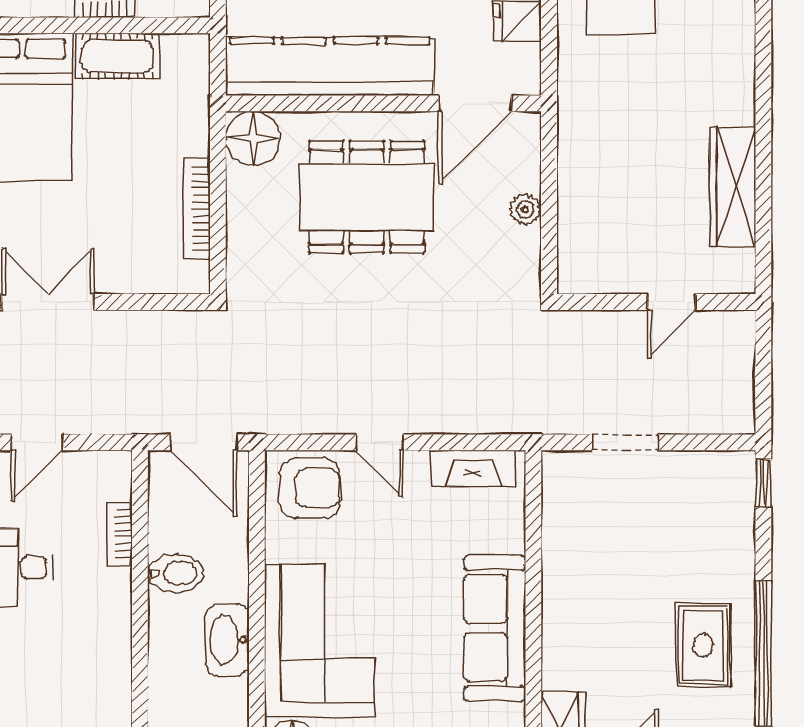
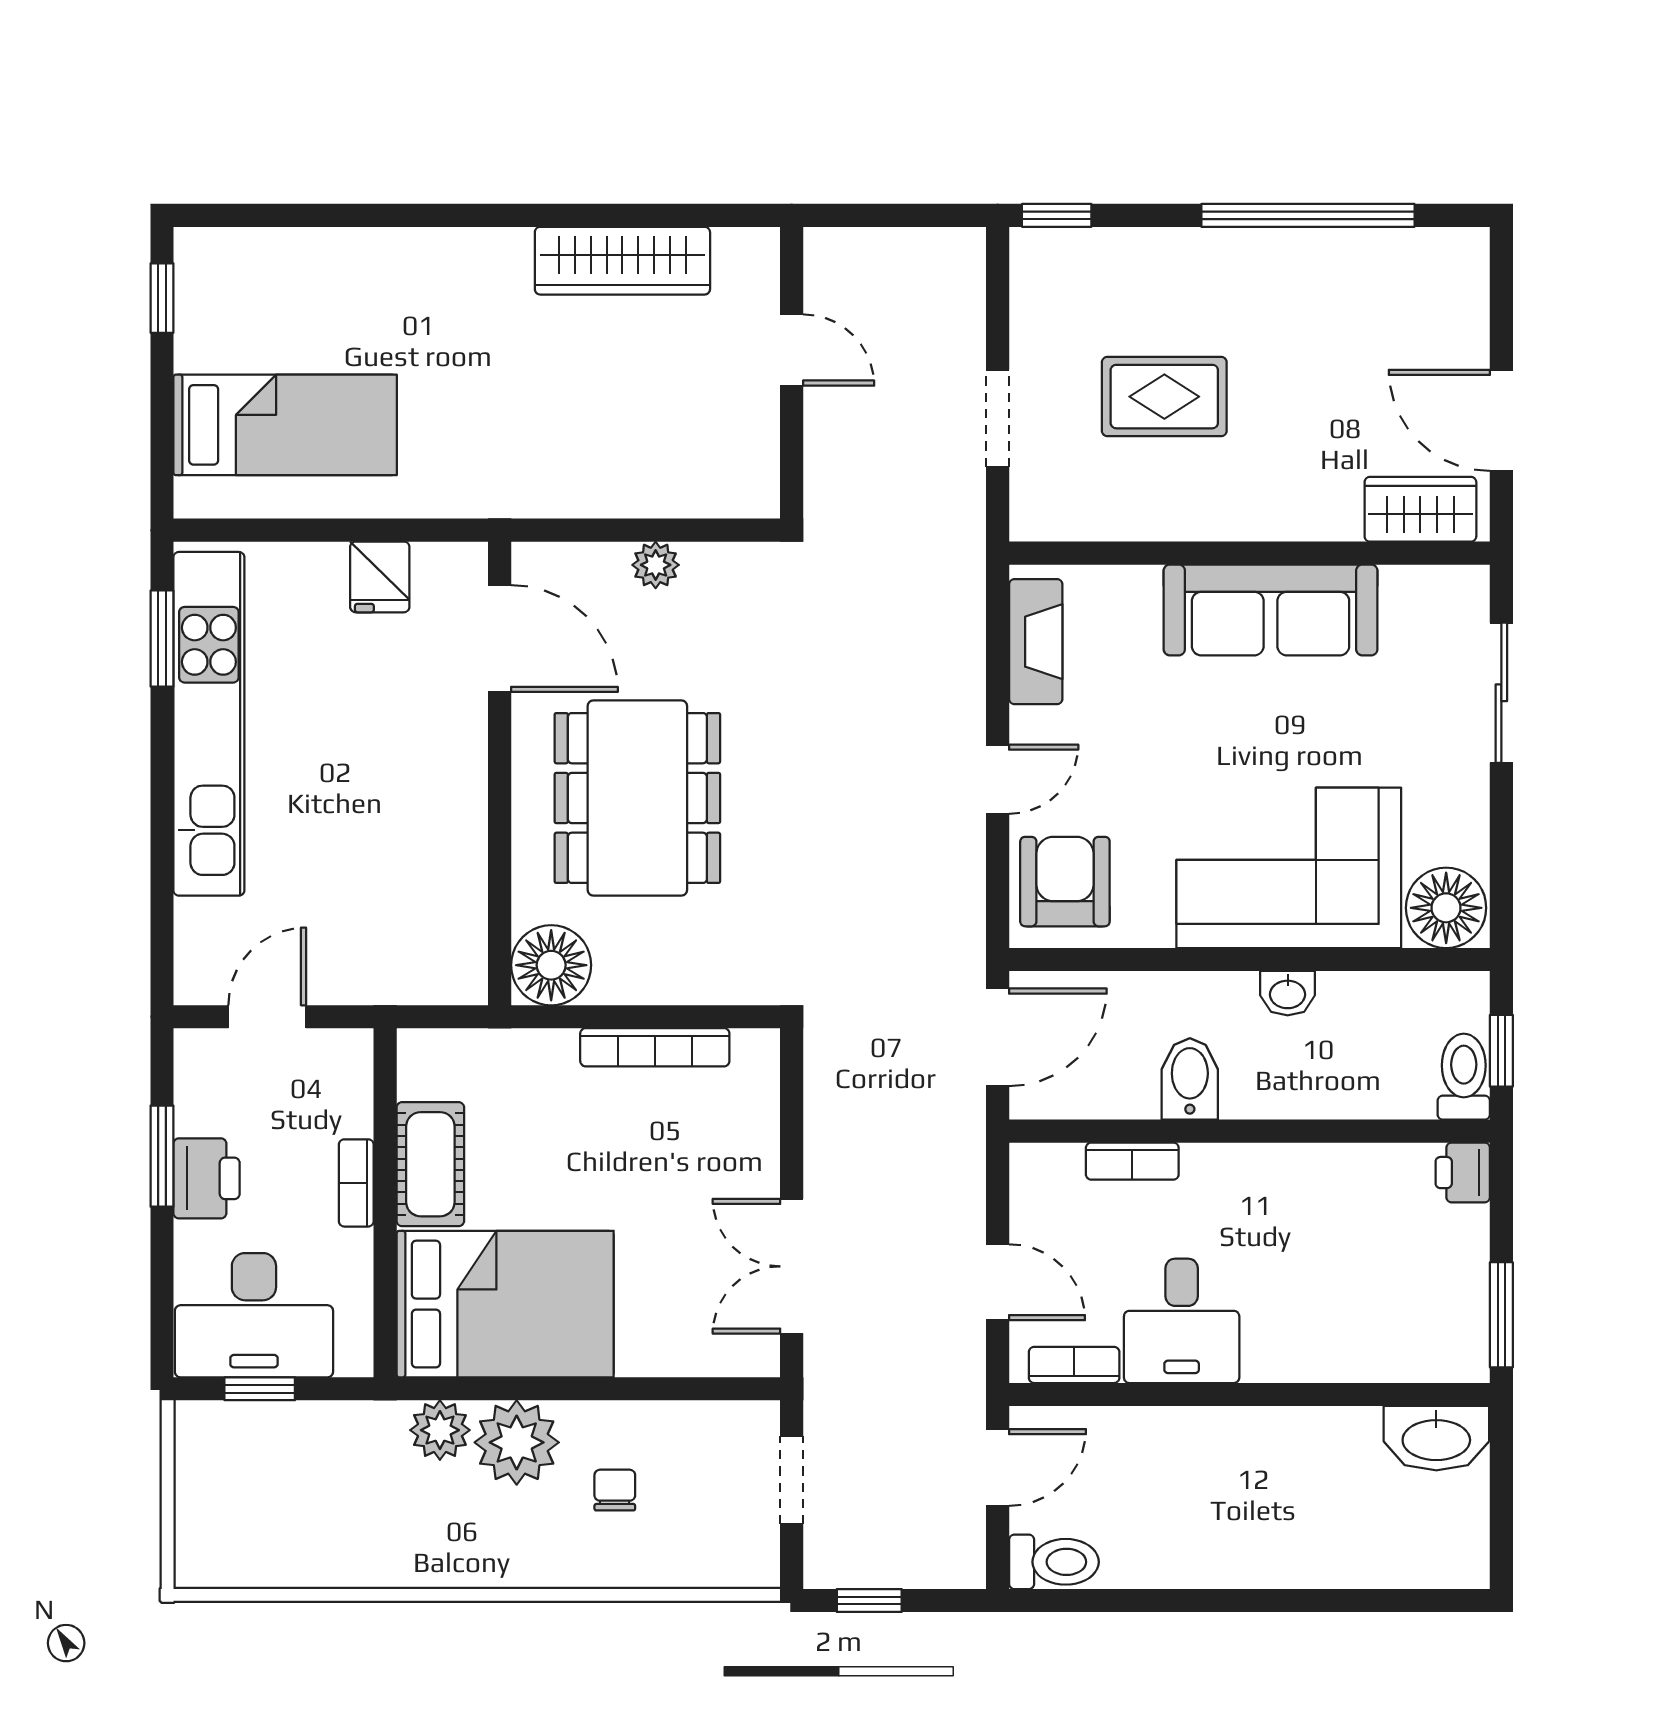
kitchen counter: (330, 66) -> (445, 852), removed
washbasin: (227, 640) -> (1288, 993), width x0.52, depth x0.69
rug: (703, 645) -> (1164, 397), moved

